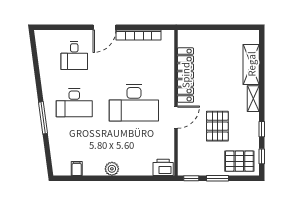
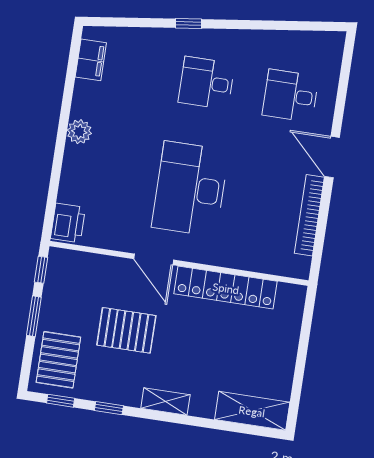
shelving: (251, 64) -> (252, 411), moved
desk: (74, 103) -> (207, 83), width x0.73
window: (43, 118) -> (189, 24), width x0.46
filing cabinet: (77, 169) -> (91, 60), width x2.00

